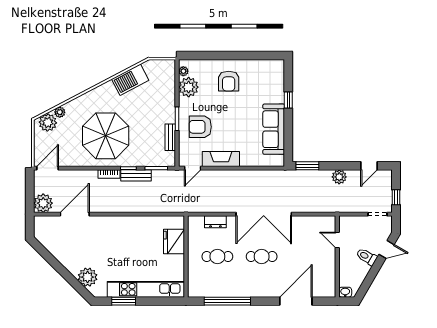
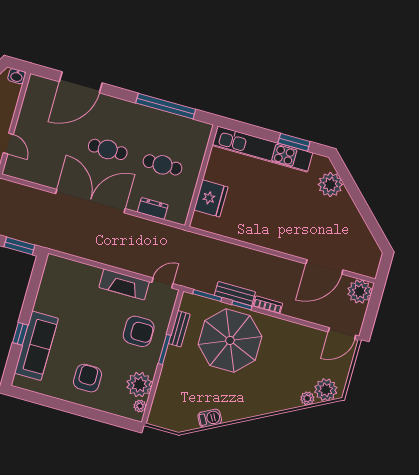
barbecue: (130, 80) -> (210, 418), width x0.53, depth x0.65
sofa: (274, 129) -> (36, 346), moved
parasol: (106, 136) -> (230, 340), moved

